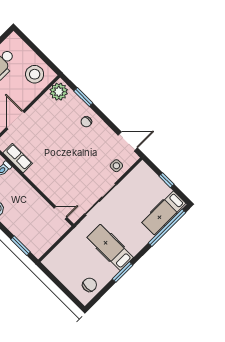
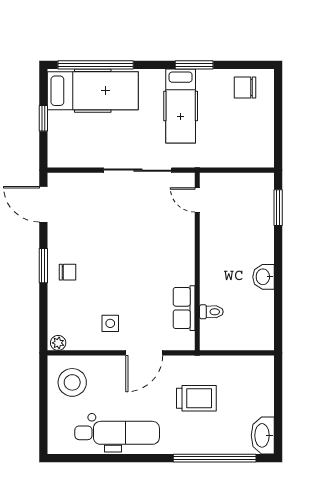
plant: (59, 92) -> (58, 343), width x0.53, depth x0.53
window: (83, 97) -> (43, 266), moved
side table: (116, 166) -> (110, 323), moved
hospital bed: (164, 213) -> (93, 91), width x1.37, depth x1.29

